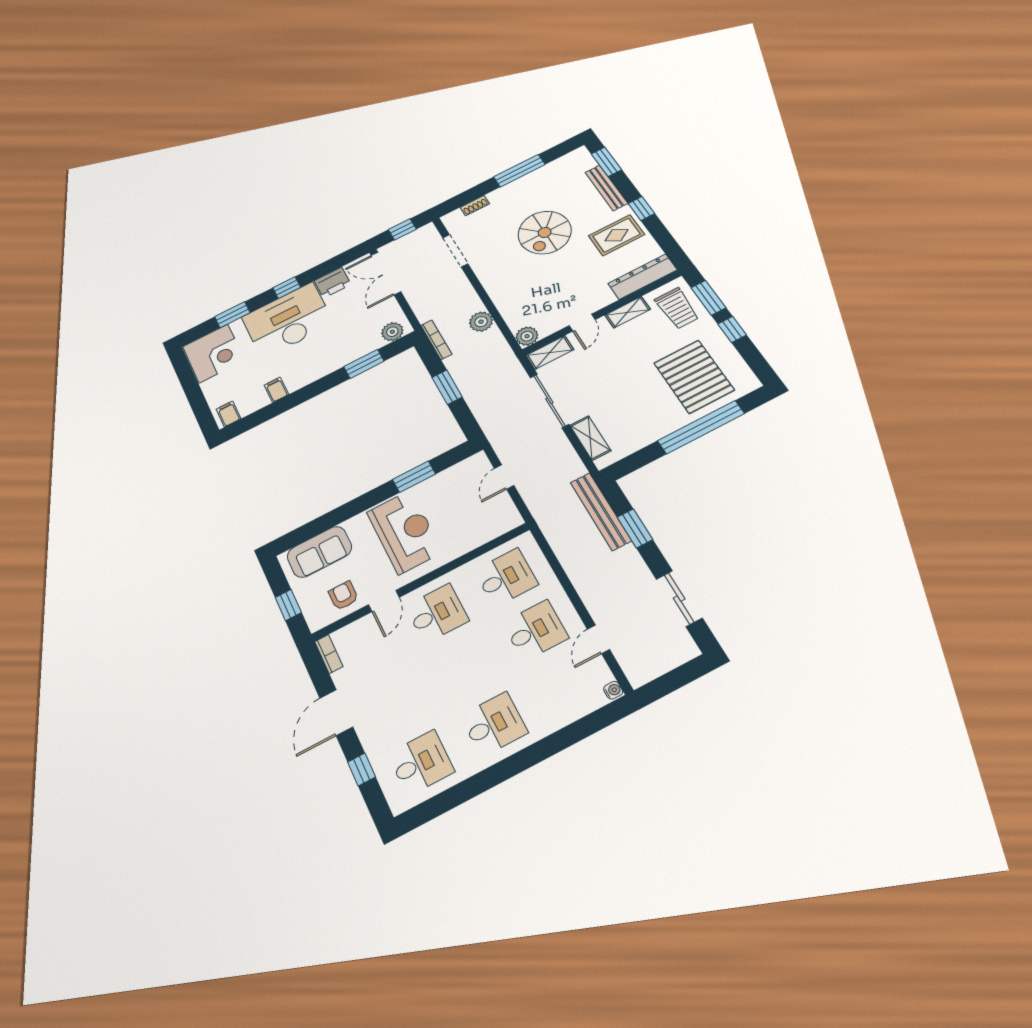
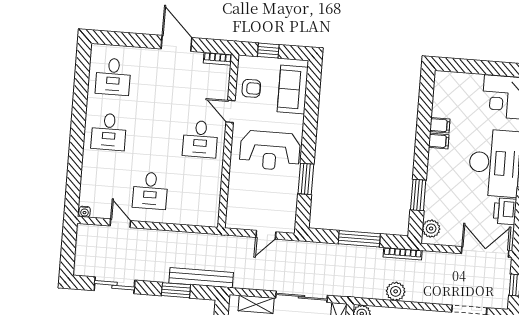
window: (447, 387) -> (359, 239), width x1.44
filing cabinet: (229, 414) -> (439, 141), moved
door: (504, 477) -> (266, 235), swing flipped
desk: (506, 577) -> (196, 194), removed
window: (362, 769) -> (131, 40), removed

